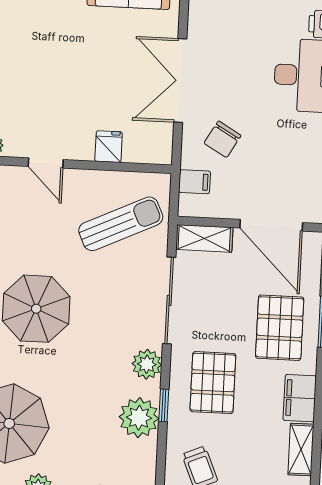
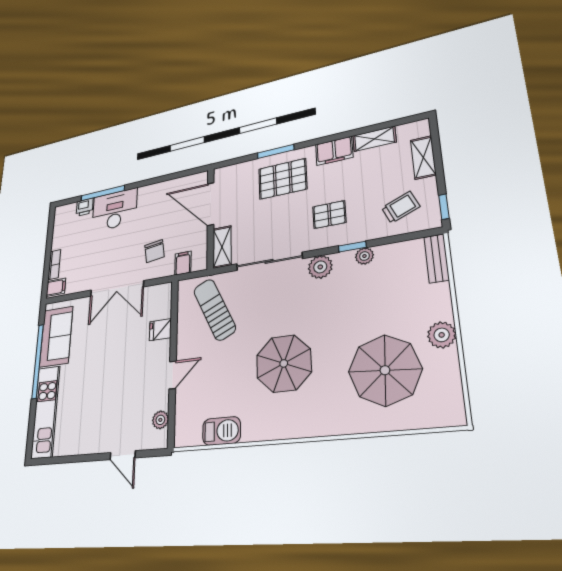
chair: (222, 139) -> (154, 251), turned 52
door: (271, 225) -> (211, 204), swing flipped
pallet: (213, 383) -> (329, 215), width x0.67, depth x0.71
plant: (139, 418) -> (364, 256), width x0.53, depth x0.53

